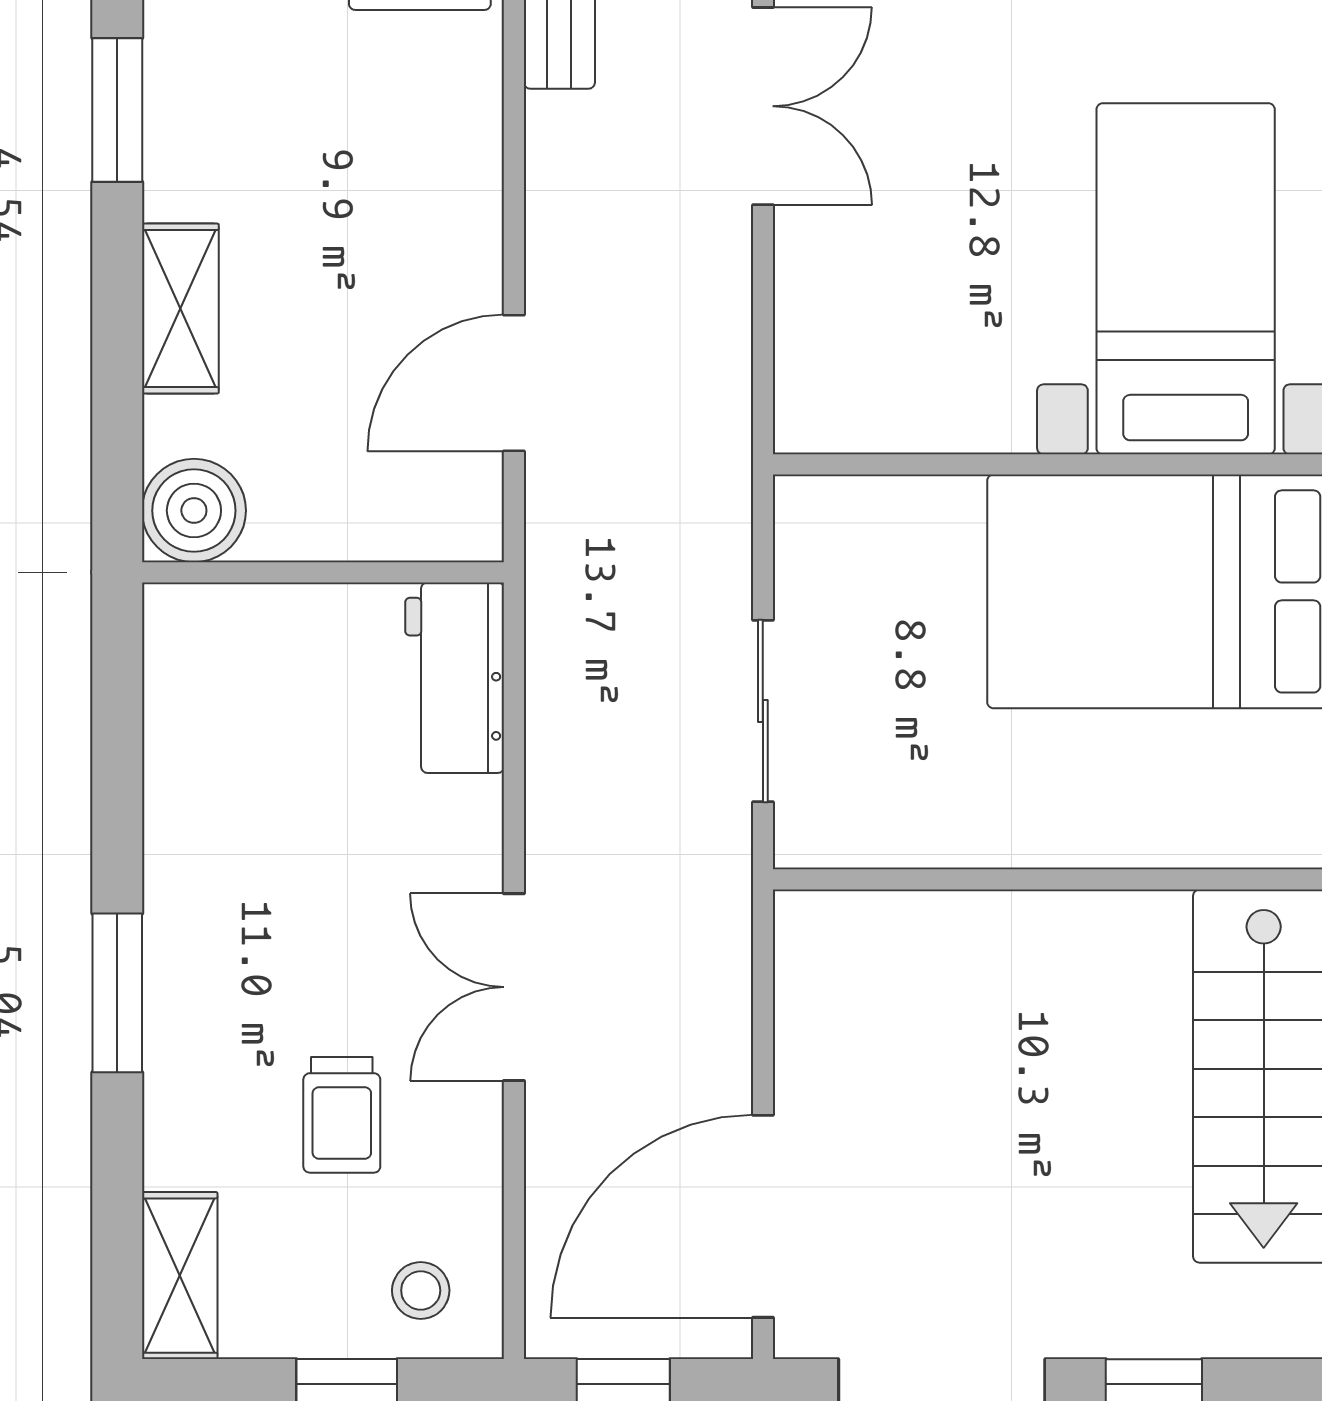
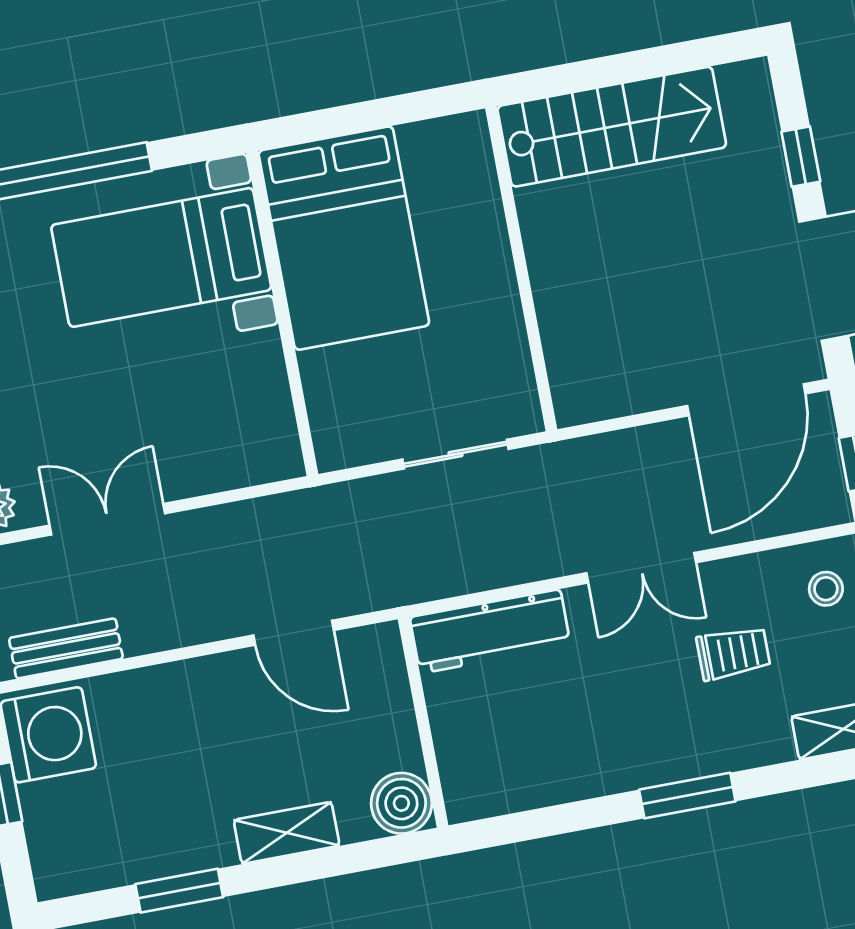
workbench: (455, 678) -> (490, 631), width x1.38
door: (763, 1216) -> (746, 400), hinge flipped

